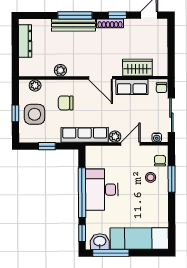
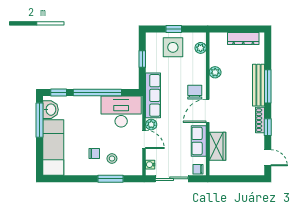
chair: (66, 103) -> (195, 92), moved
chair: (160, 161) -> (94, 154), moved
desk: (102, 190) -> (121, 112), moved

